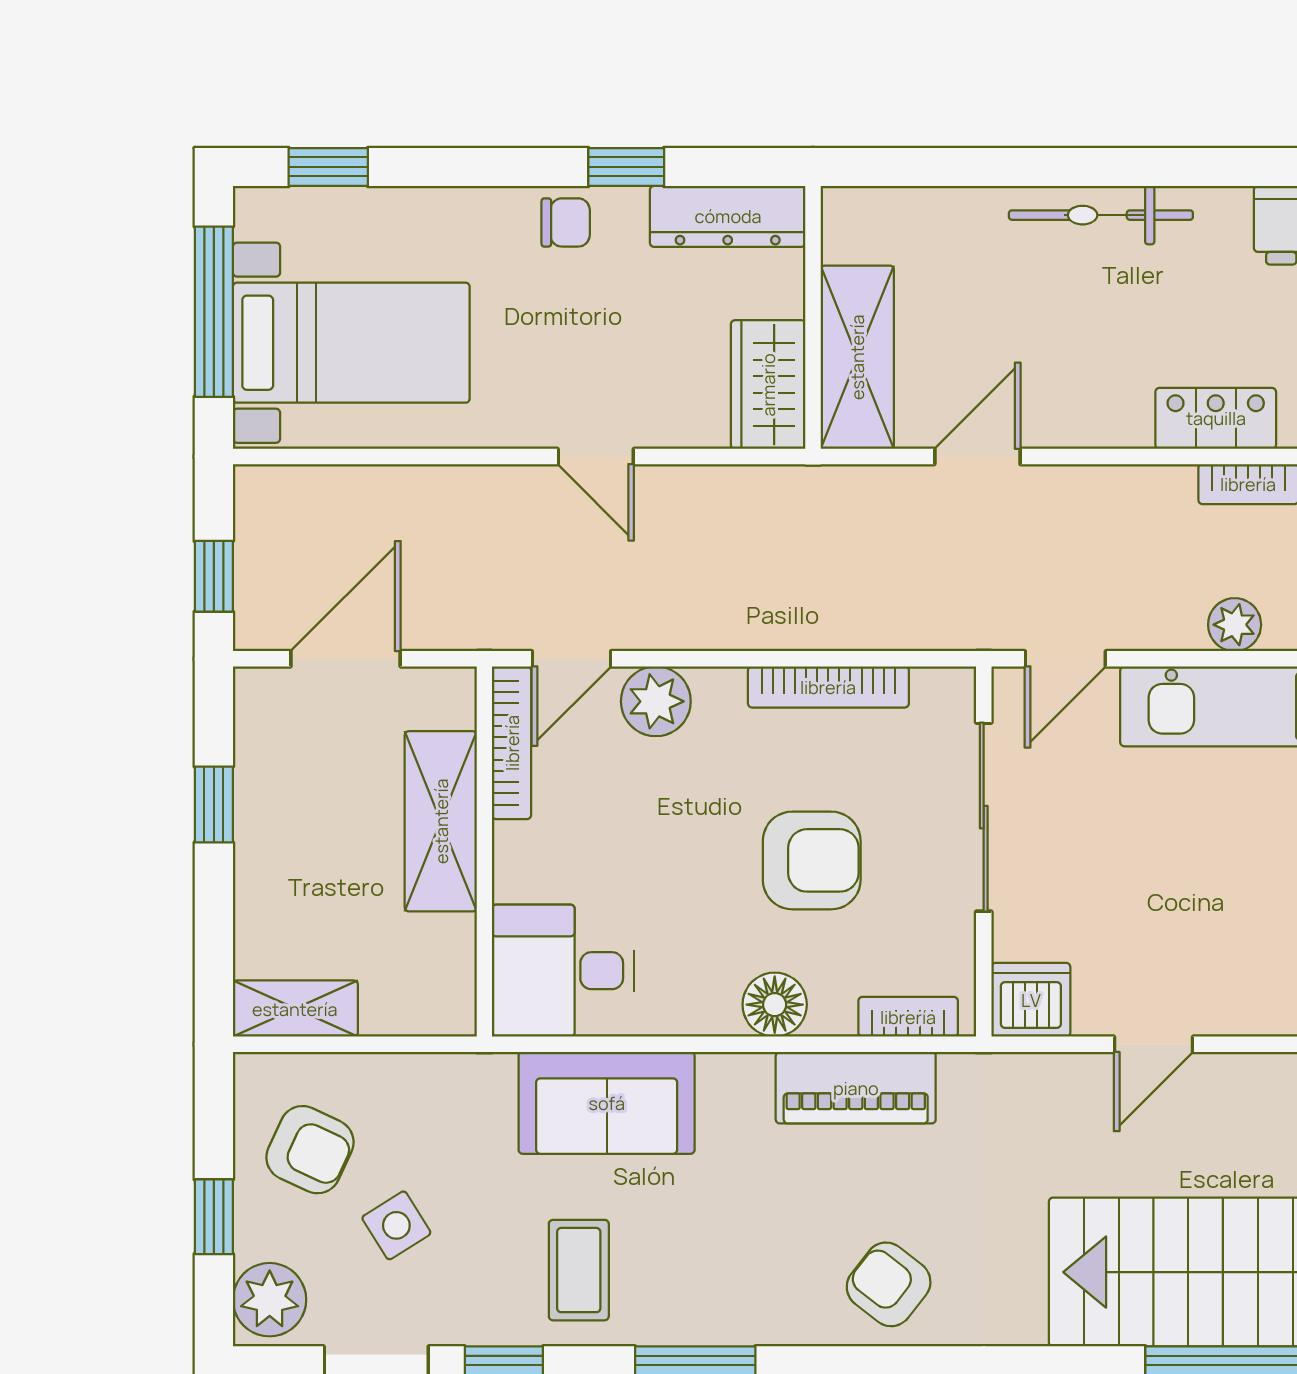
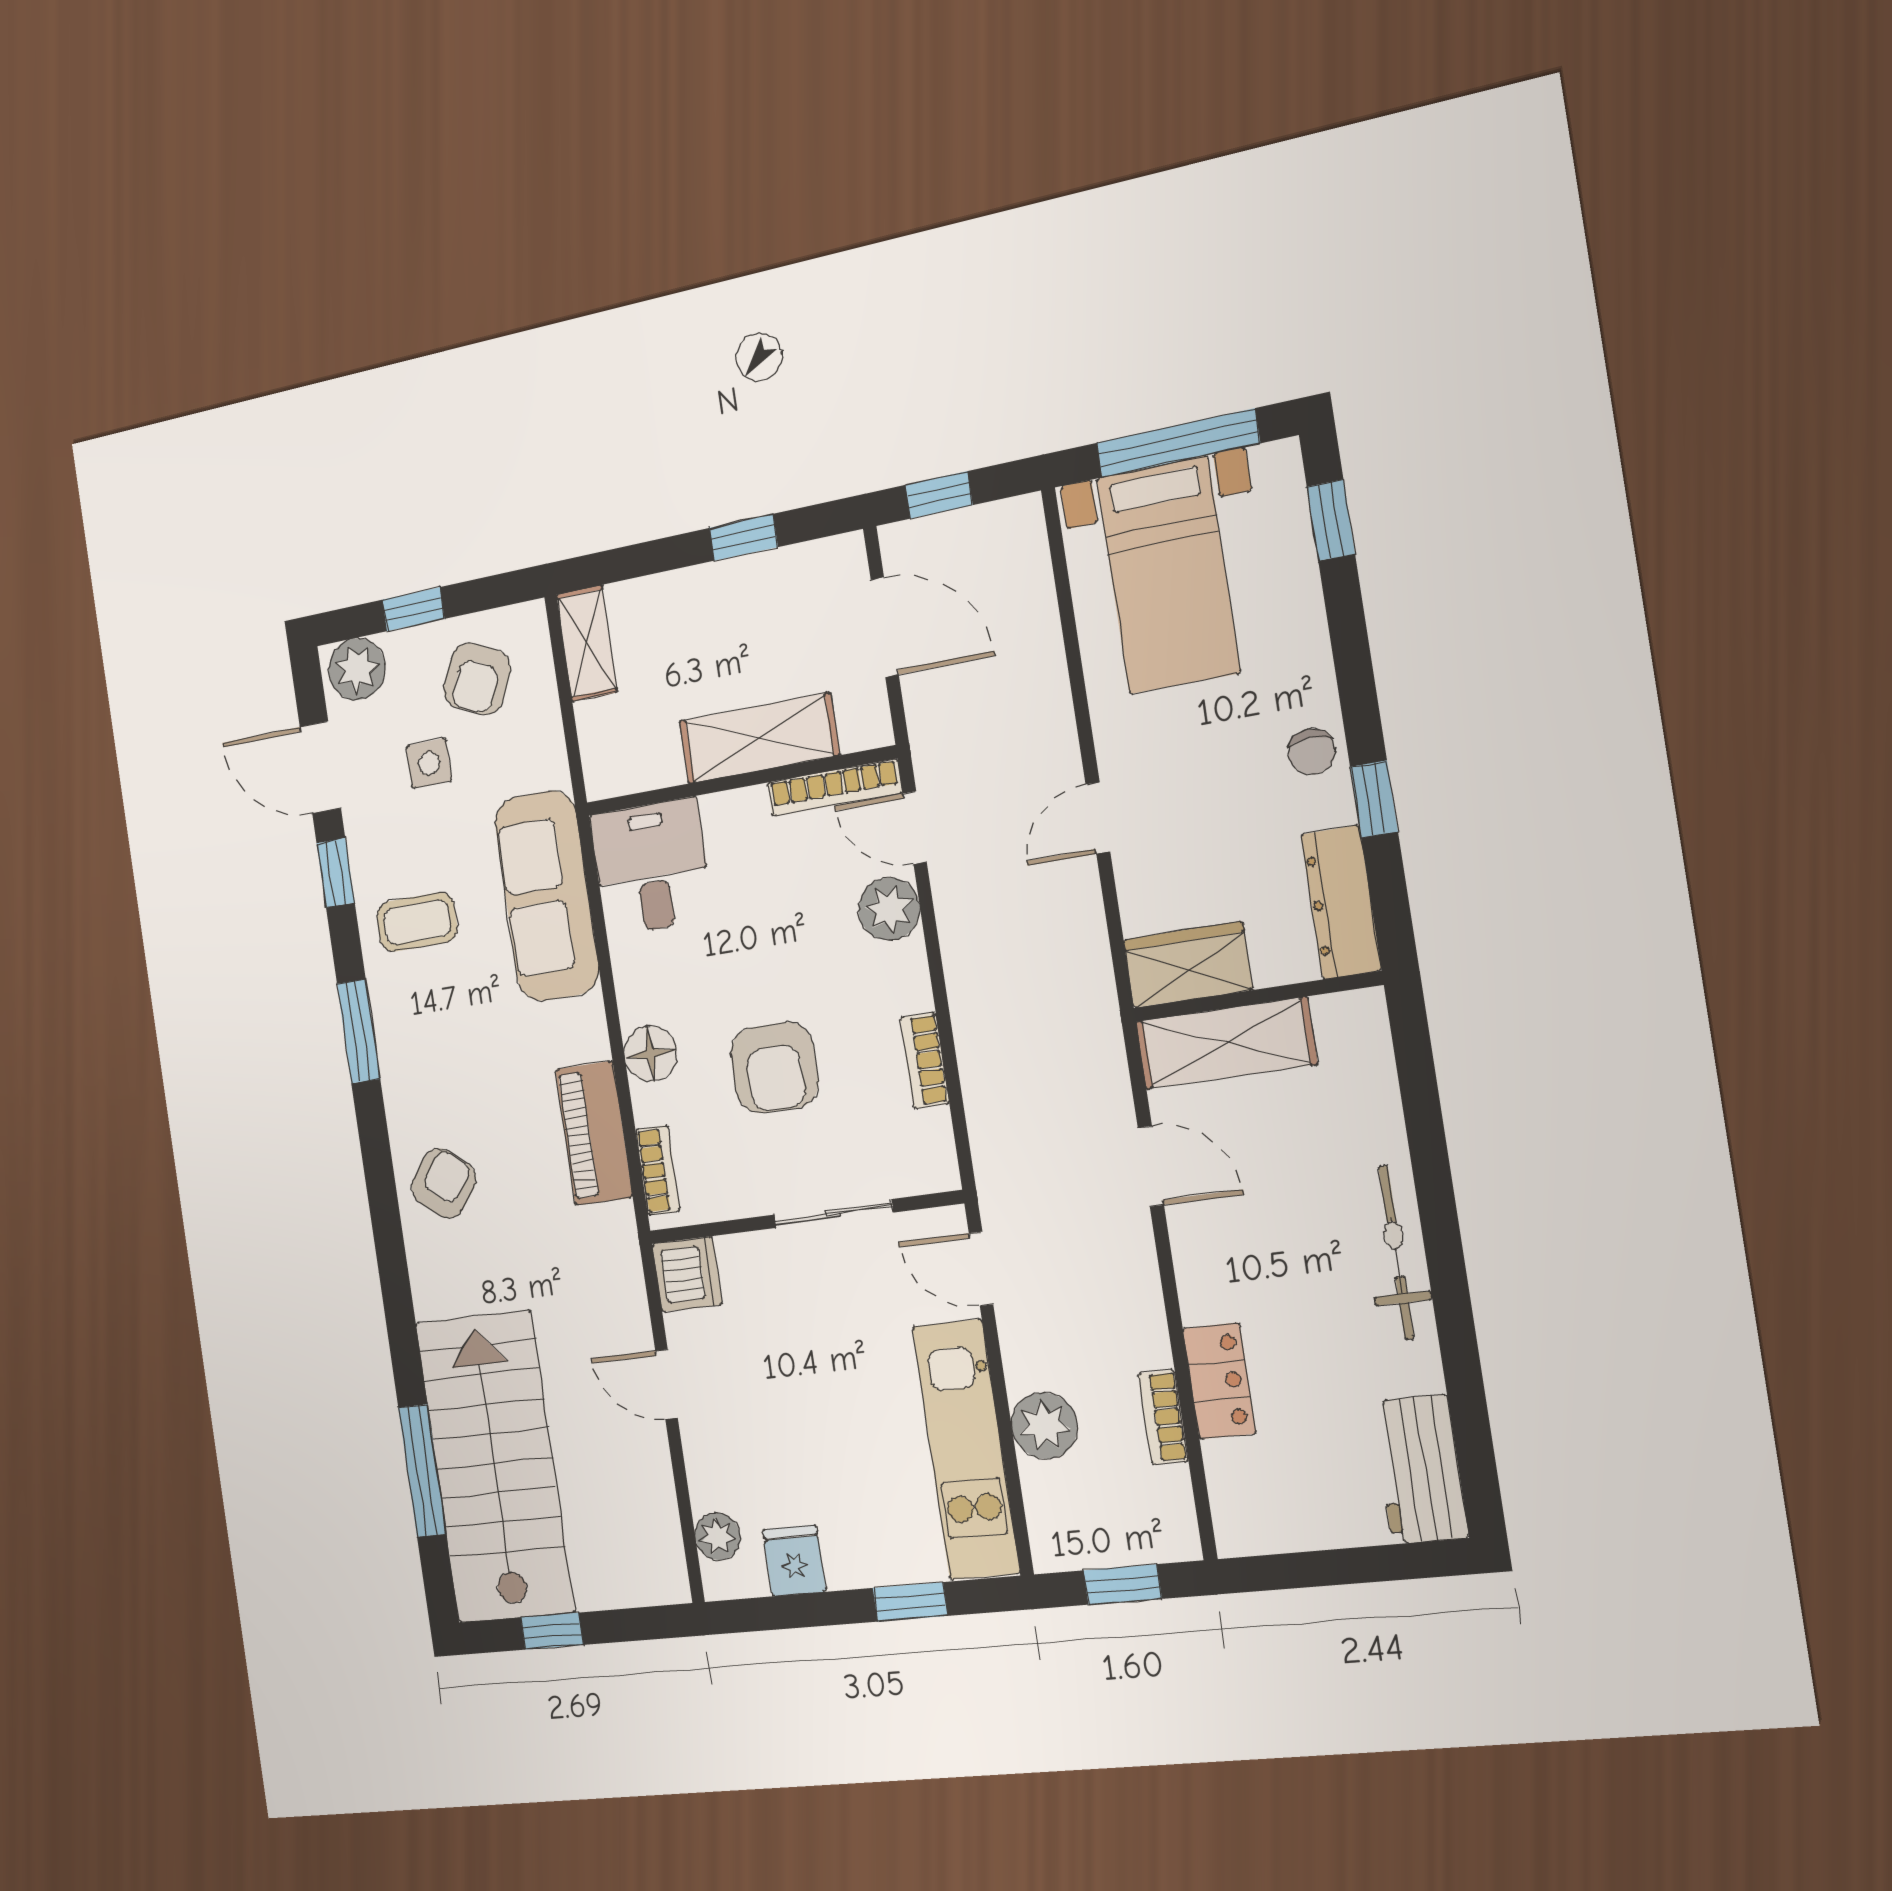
plant: (1235, 625) -> (1044, 1426), width x1.38, depth x1.38
bookcase: (828, 687) -> (925, 1060), width x0.64
sliding door: (984, 817) -> (833, 1214), width x0.73
sofa: (607, 1103) -> (547, 896), width x1.36
side table: (396, 1225) -> (429, 763), turned 32

